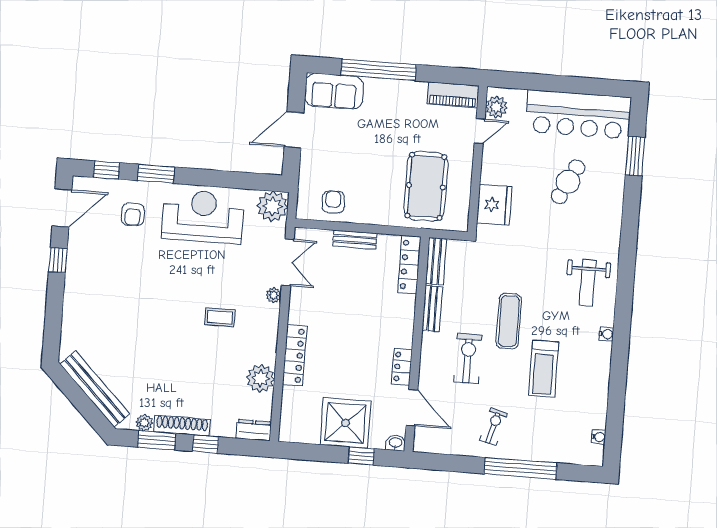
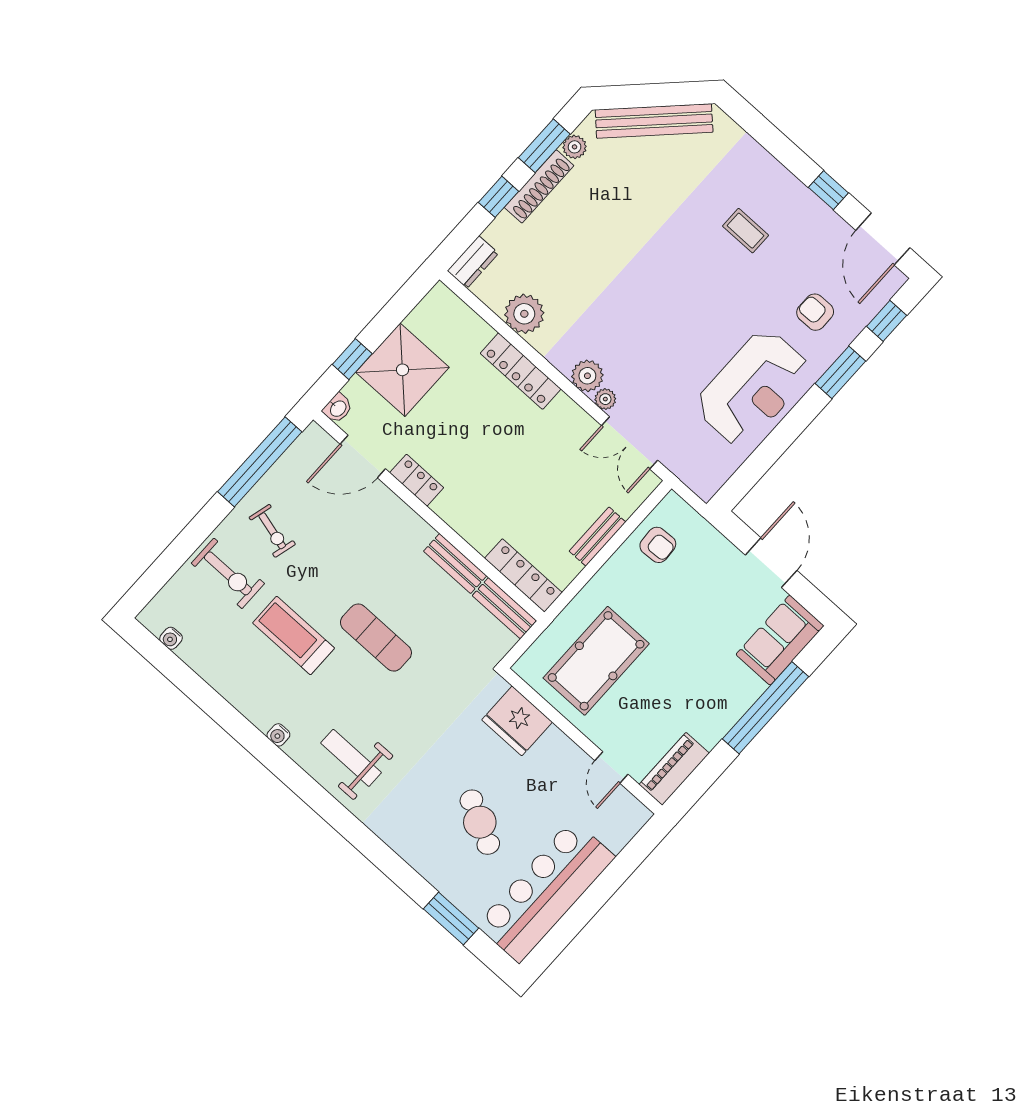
plant: (496, 107) -> (624, 807), removed
pool table: (426, 186) -> (596, 661), turned 90
plant: (272, 206) -> (587, 376), moved, width x0.73, depth x0.73
coffee table: (220, 317) -> (746, 231), moved, turned 90
exercise bike: (468, 358) -> (228, 573), moved
window: (520, 468) -> (260, 462), moved

